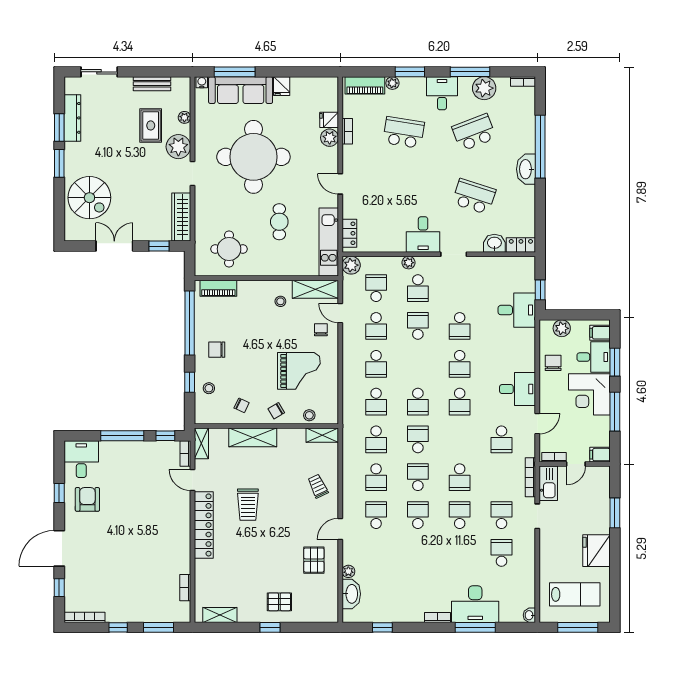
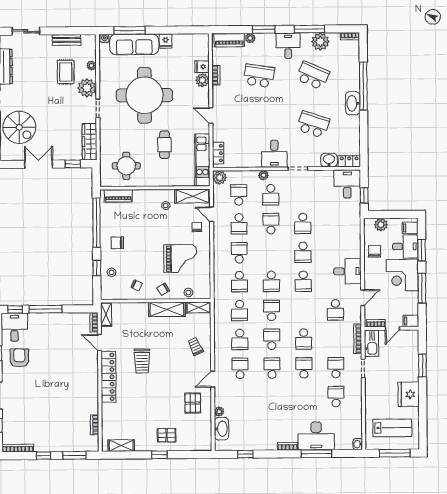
school desk: (474, 132) -> (313, 75), turned 45
desk: (517, 310) -> (347, 184), moved, turned -90
school desk: (376, 364) -> (239, 253), turned 180
window: (165, 436) -> (15, 309), moved
shelving: (253, 437) -> (167, 309), moved

